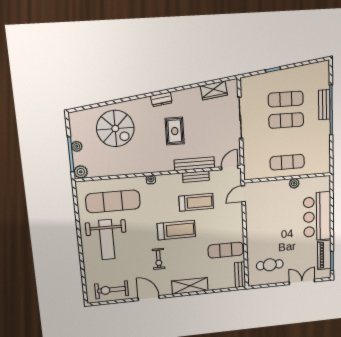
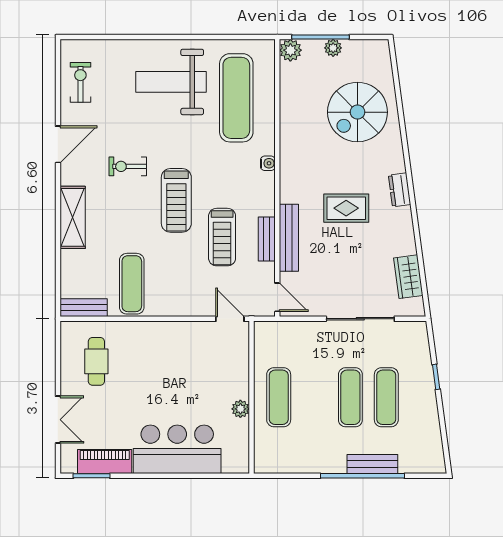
exercise bike: (112, 290) -> (80, 82), width x0.73, depth x0.72

